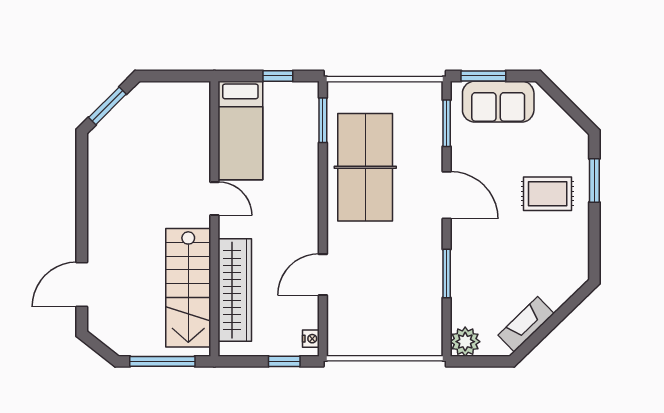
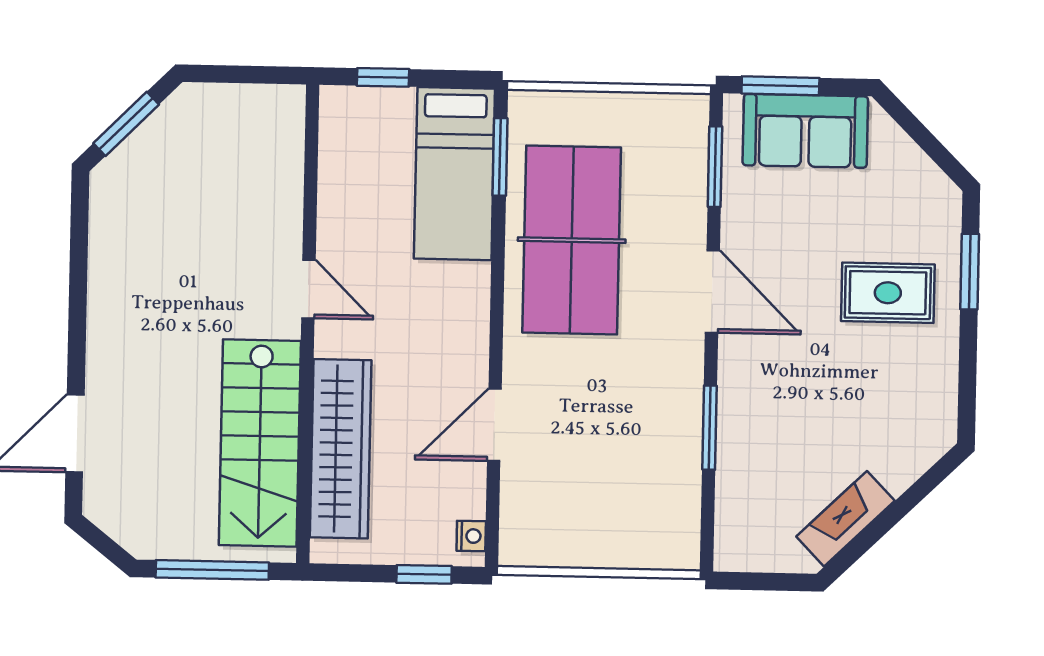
window: (278, 76) -> (383, 77), moved
bed: (240, 130) -> (454, 174), moved
plant: (465, 342) -> (739, 547), removed

